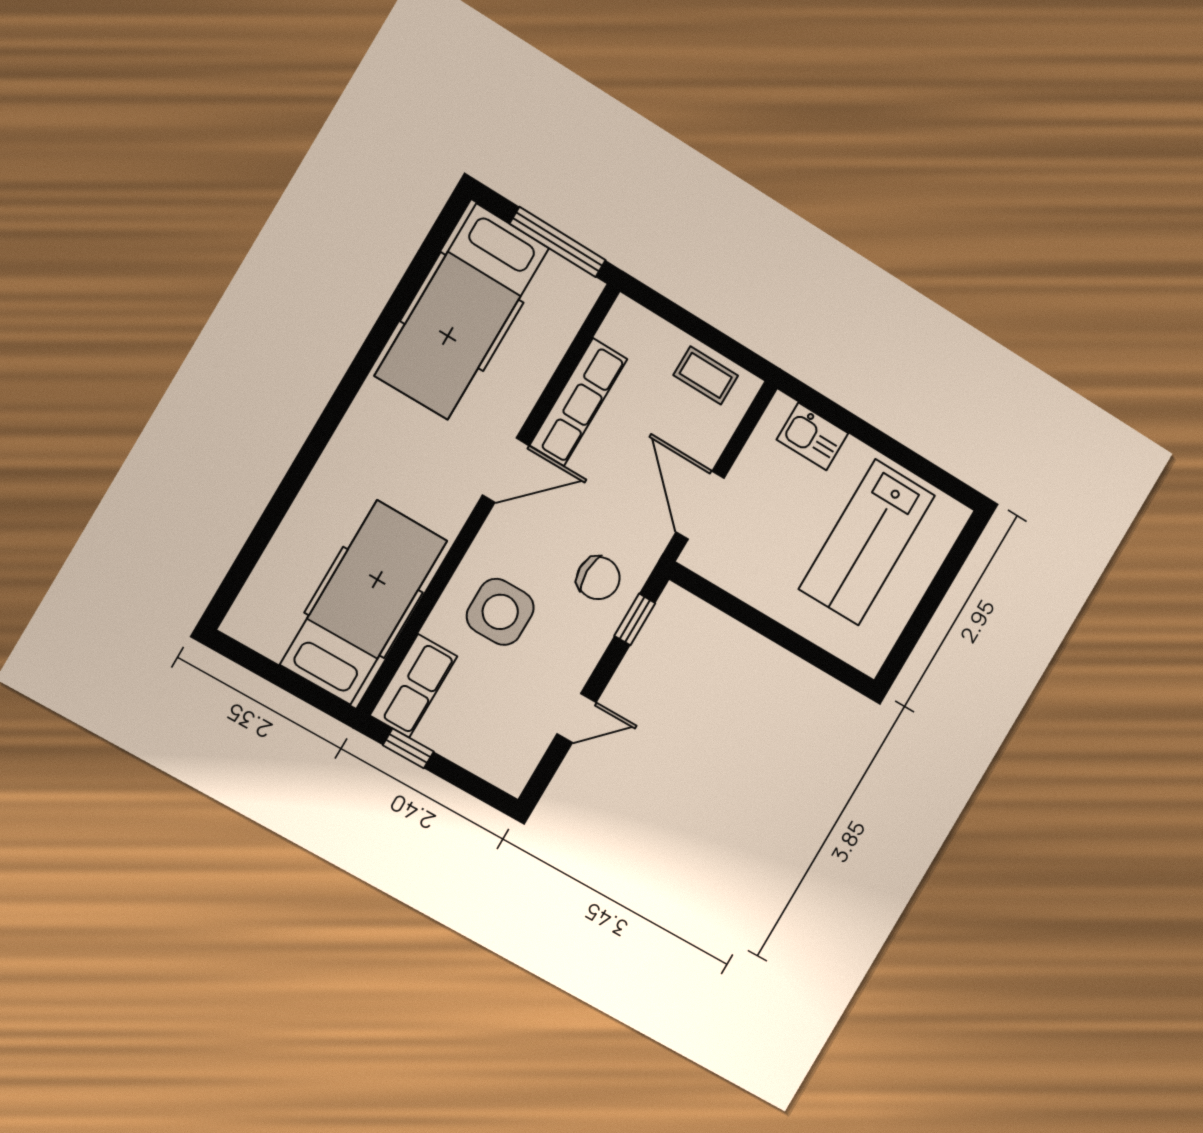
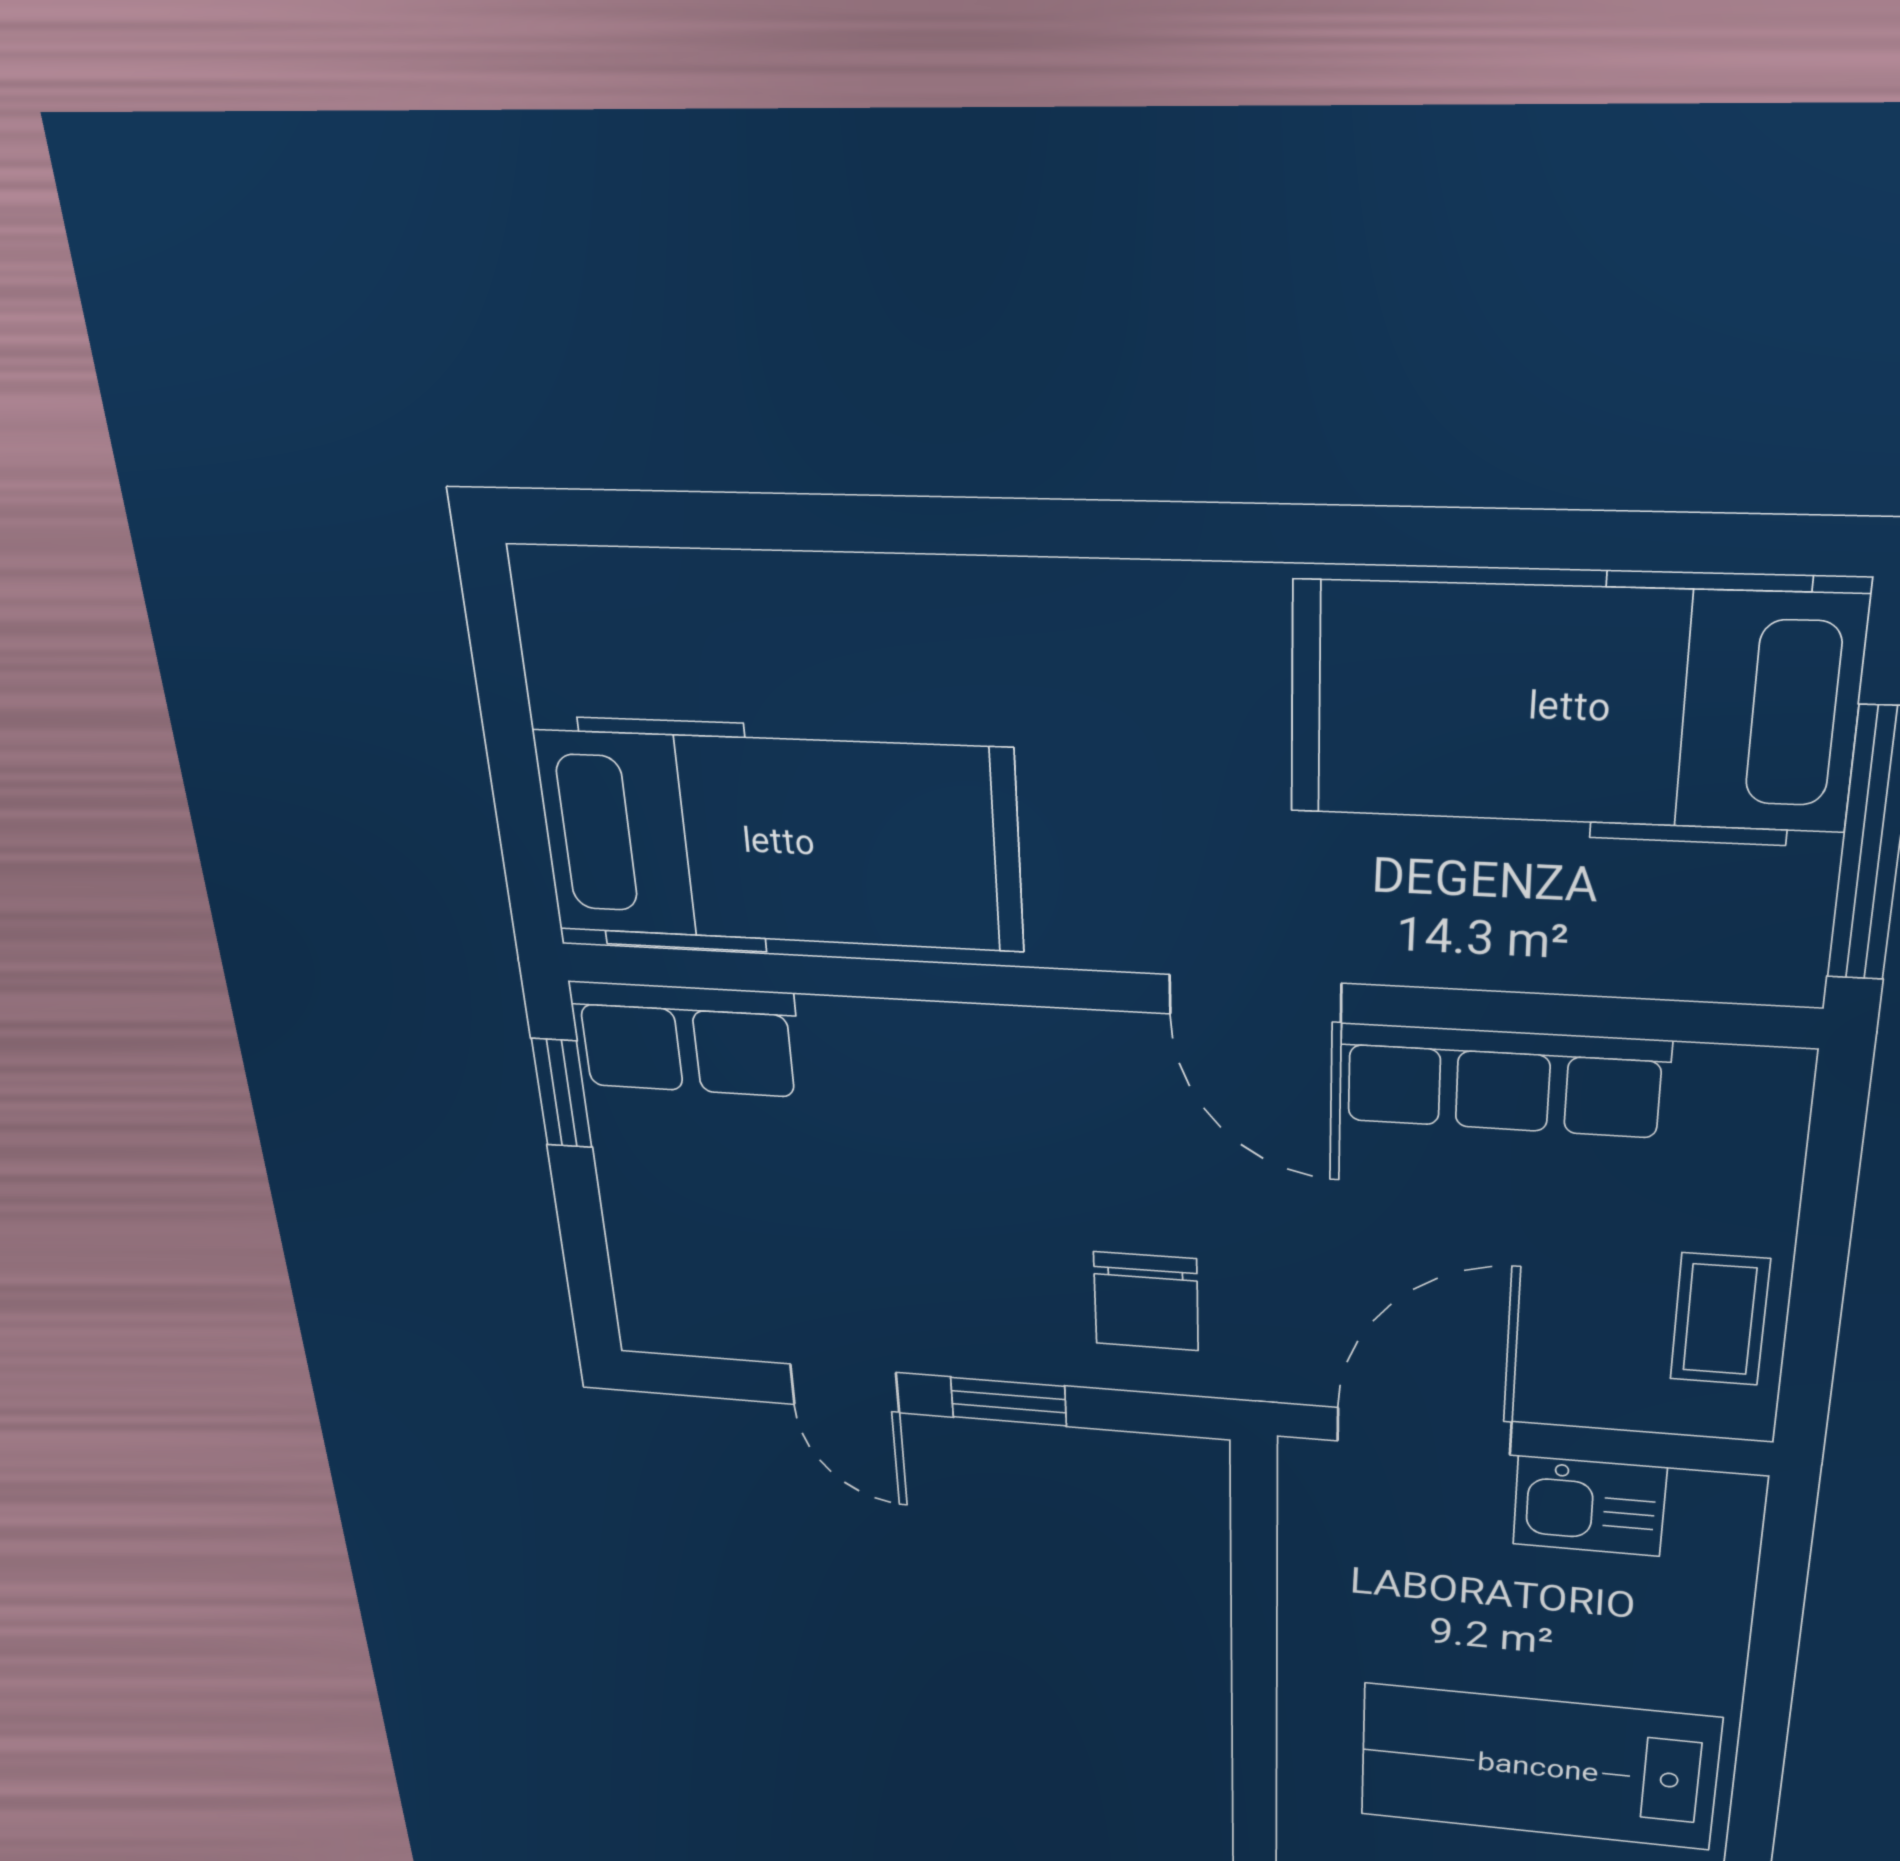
kitchen sink: (812, 436) -> (1589, 1506), moved, turned -90
side table: (500, 612) -> (950, 1139), removed
window: (635, 619) -> (1009, 1402), moved

